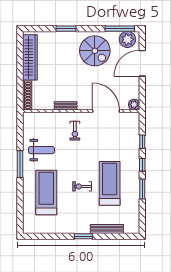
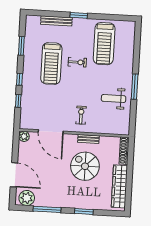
window: (120, 29) -> (47, 209), moved
spiral stairs: (95, 51) -> (85, 166), moved
door: (142, 63) -> (14, 175), hinge flipped
window: (142, 189) -> (21, 46), moved
treadmill: (46, 193) -> (104, 44), moved

